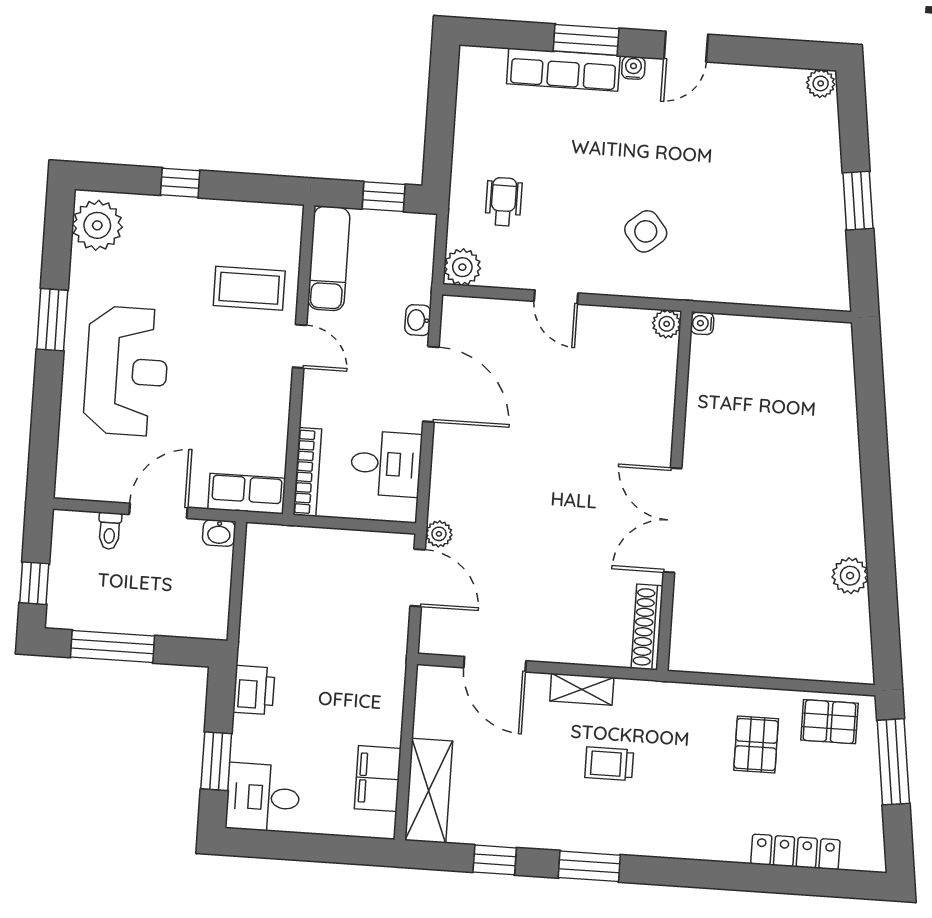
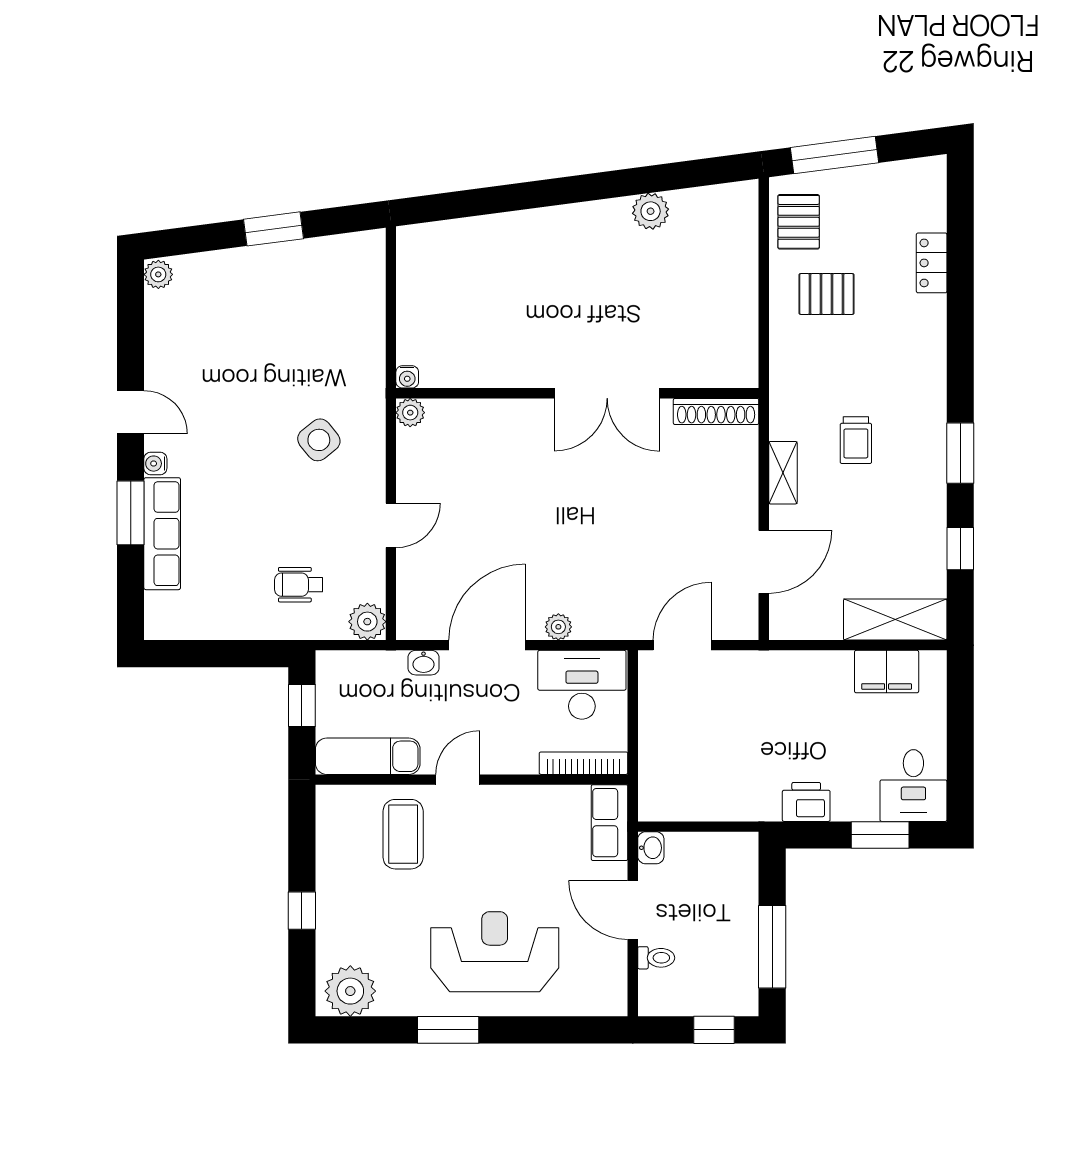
desk: (386, 464) -> (582, 685), width x1.37
plant: (439, 534) -> (558, 627), moved
locker: (795, 852) -> (932, 263), width x0.66

